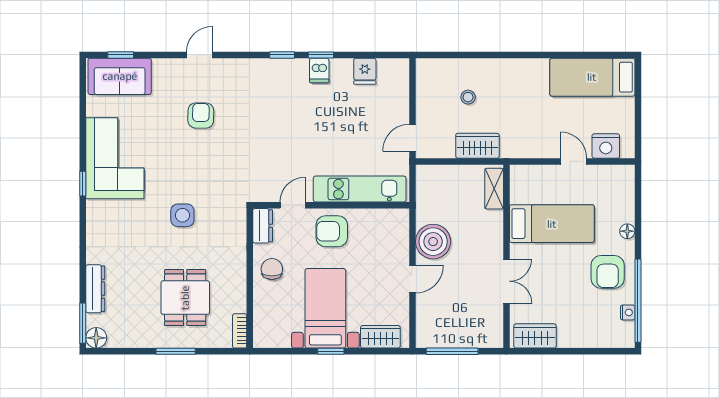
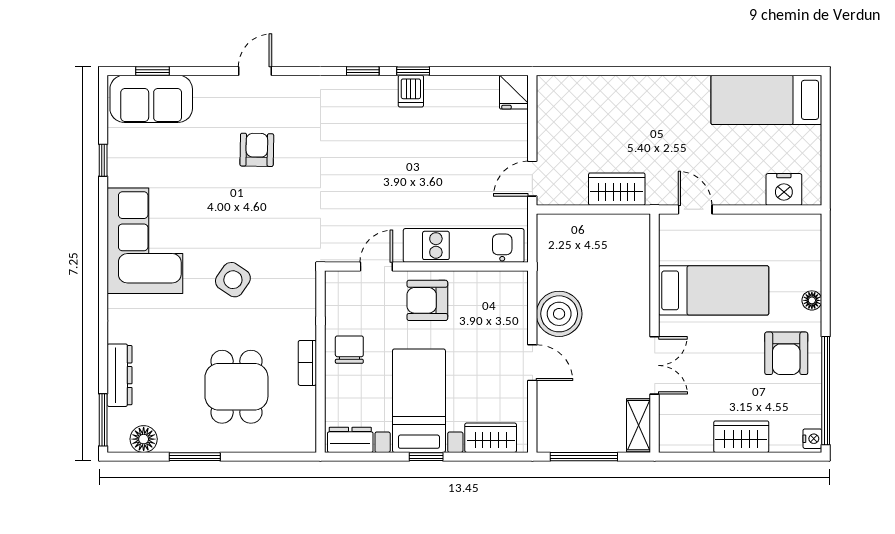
fridge: (365, 71) -> (514, 92), moved
stool: (468, 97) -> (605, 126), removed
corner sofa: (115, 158) -> (145, 241), moved
door: (574, 161) -> (695, 209), moved
window: (83, 184) -> (103, 160), moved
shelving: (494, 189) -> (638, 425), moved
side table: (182, 215) -> (233, 280), turned 34
dresser: (263, 226) -> (350, 440), moved, turned -90
door: (412, 279) -> (532, 363), hinge flipped
nightstand: (628, 312) -> (812, 439), moved
bookcase: (240, 331) -> (307, 363), moved
wardrobe: (535, 336) -> (741, 437), moved
floor lamp: (96, 338) -> (144, 439), moved
window: (176, 351) -> (195, 457), moved

